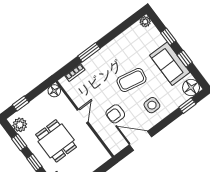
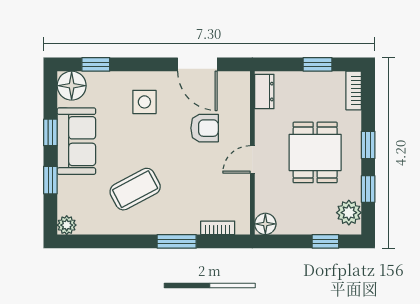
coffee table: (132, 80) -> (135, 189), moved, turned -39
dresser: (100, 151) -> (264, 92), added

